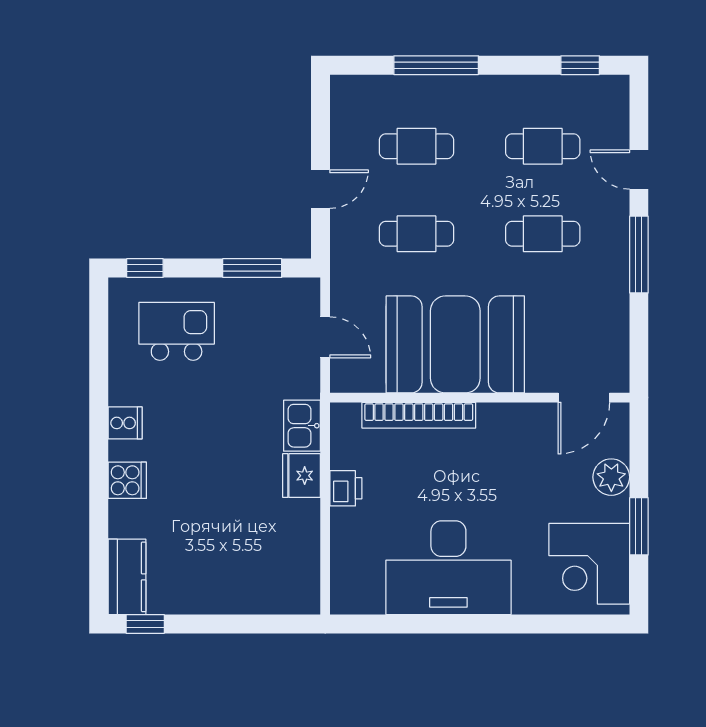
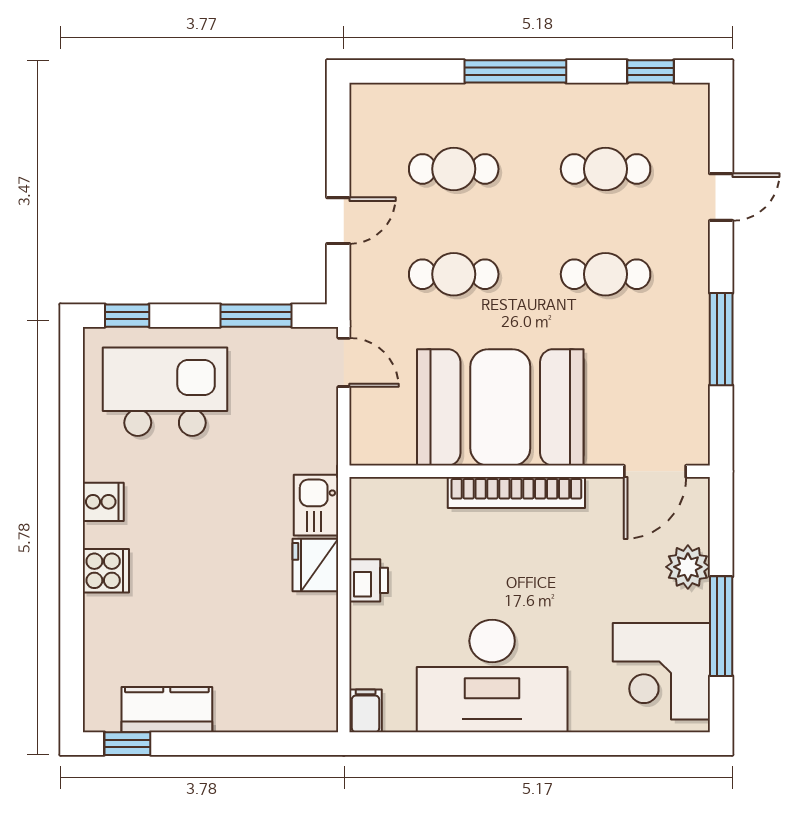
window: (436, 65) -> (515, 71), moved
door: (639, 170) -> (721, 197), swing flipped
window: (639, 255) -> (721, 339), moved
kitchen island: (177, 331) -> (165, 392), width x1.37, depth x1.28
door: (325, 337) -> (344, 362), moved
bookcase: (419, 415) -> (516, 493), moved
window: (639, 526) -> (721, 626), width x1.44
kitchen counter: (127, 577) -> (167, 710), moved, turned -90
filing cabinet: (343, 597) -> (366, 711), added

